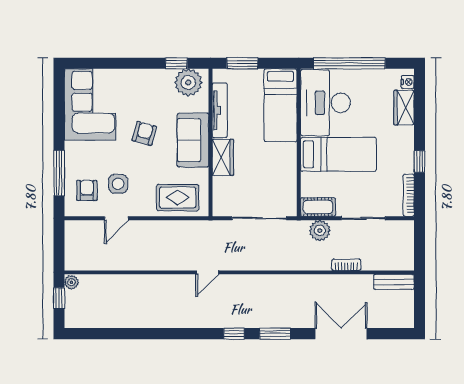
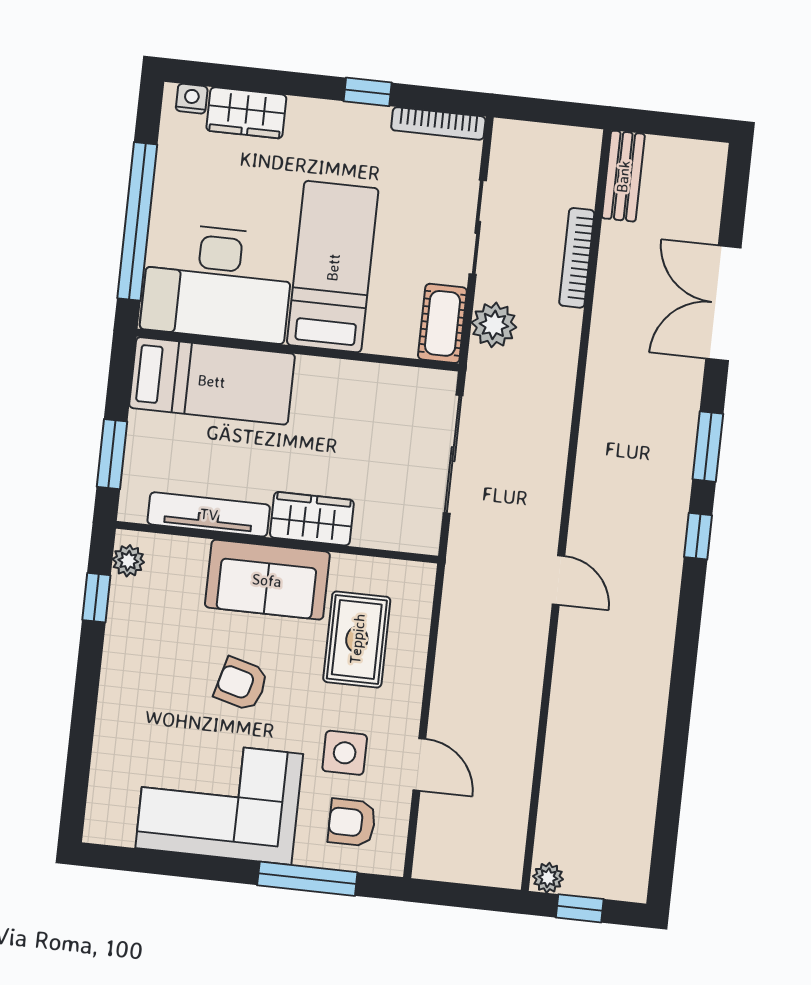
plant: (188, 82) -> (128, 561), width x0.53, depth x0.53
corner sofa: (90, 105) -> (219, 801), moved
rug: (178, 198) -> (357, 639), moved
bookcase: (346, 265) -> (577, 258), width x1.56

